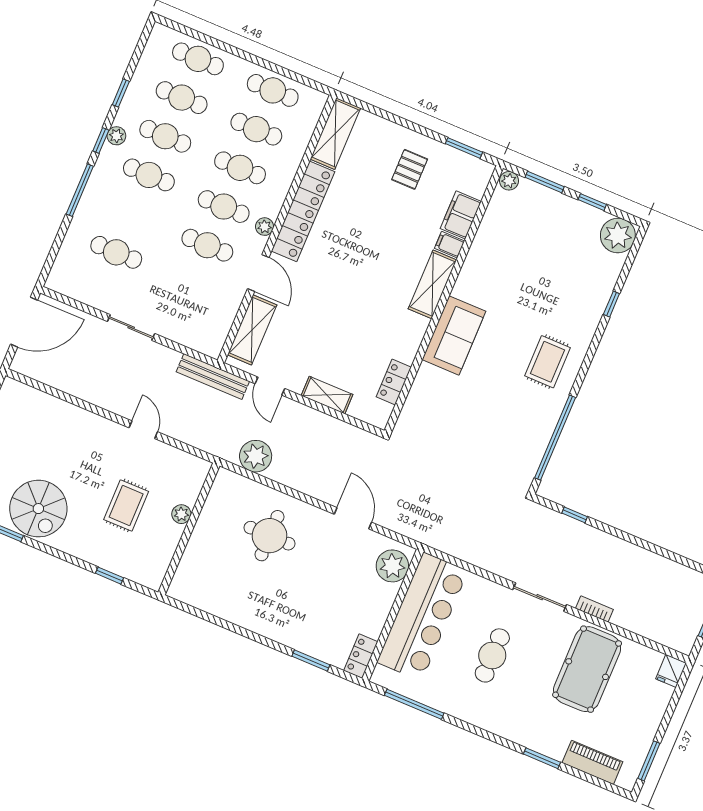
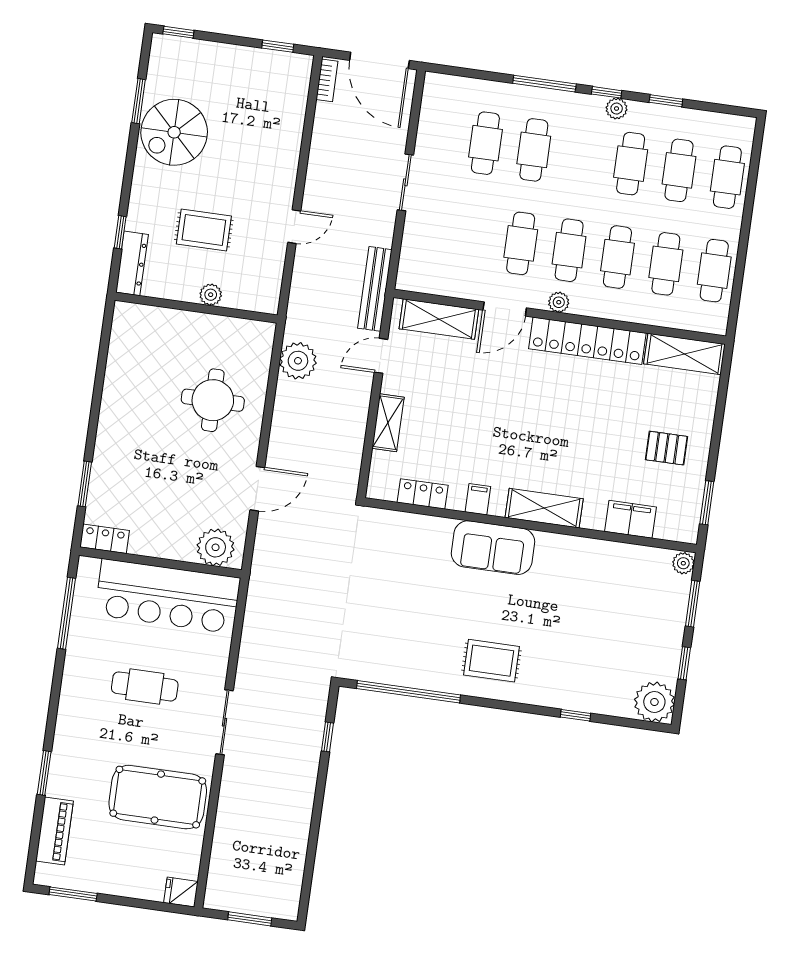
cafe table: (149, 175) -> (534, 150), moved
filing cabinet: (450, 245) -> (478, 499), moved
dresser: (138, 573) -> (132, 263), added
bookcase: (594, 609) -> (327, 80), moved

